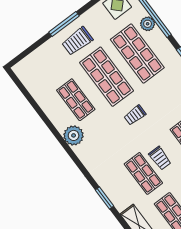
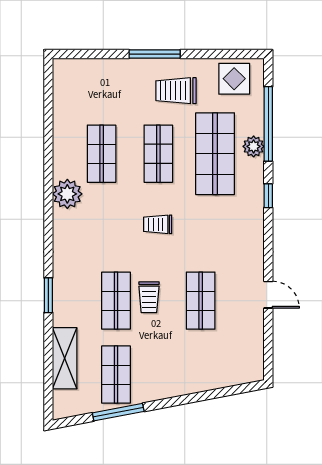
plant: (148, 24) -> (254, 146), moved
trolley: (77, 41) -> (176, 91), moved
shop shelf: (107, 77) -> (158, 154), width x0.70, depth x0.74

